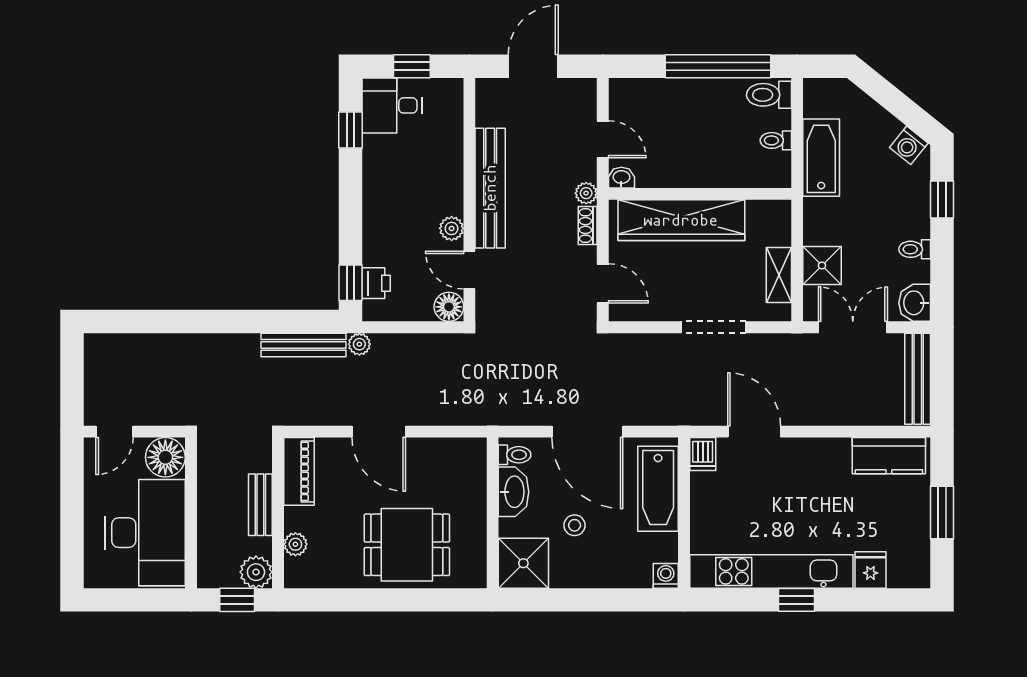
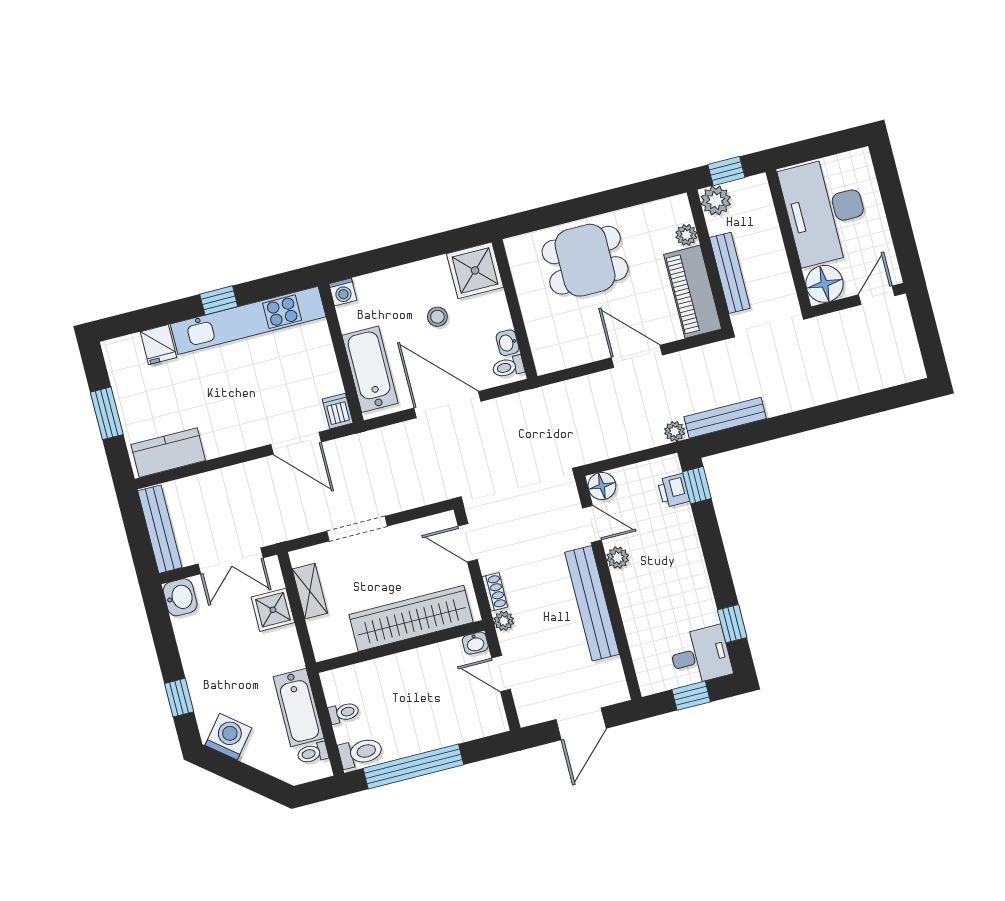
washing machine: (909, 145) -> (228, 737), width x1.38, depth x1.38
toilet: (915, 249) -> (313, 753), moved, turned 180
piano: (299, 471) -> (693, 292), width x1.37, depth x1.33
washbasin: (514, 492) -> (507, 343), width x0.52, depth x0.69
bench: (260, 505) -> (730, 273), width x1.36

